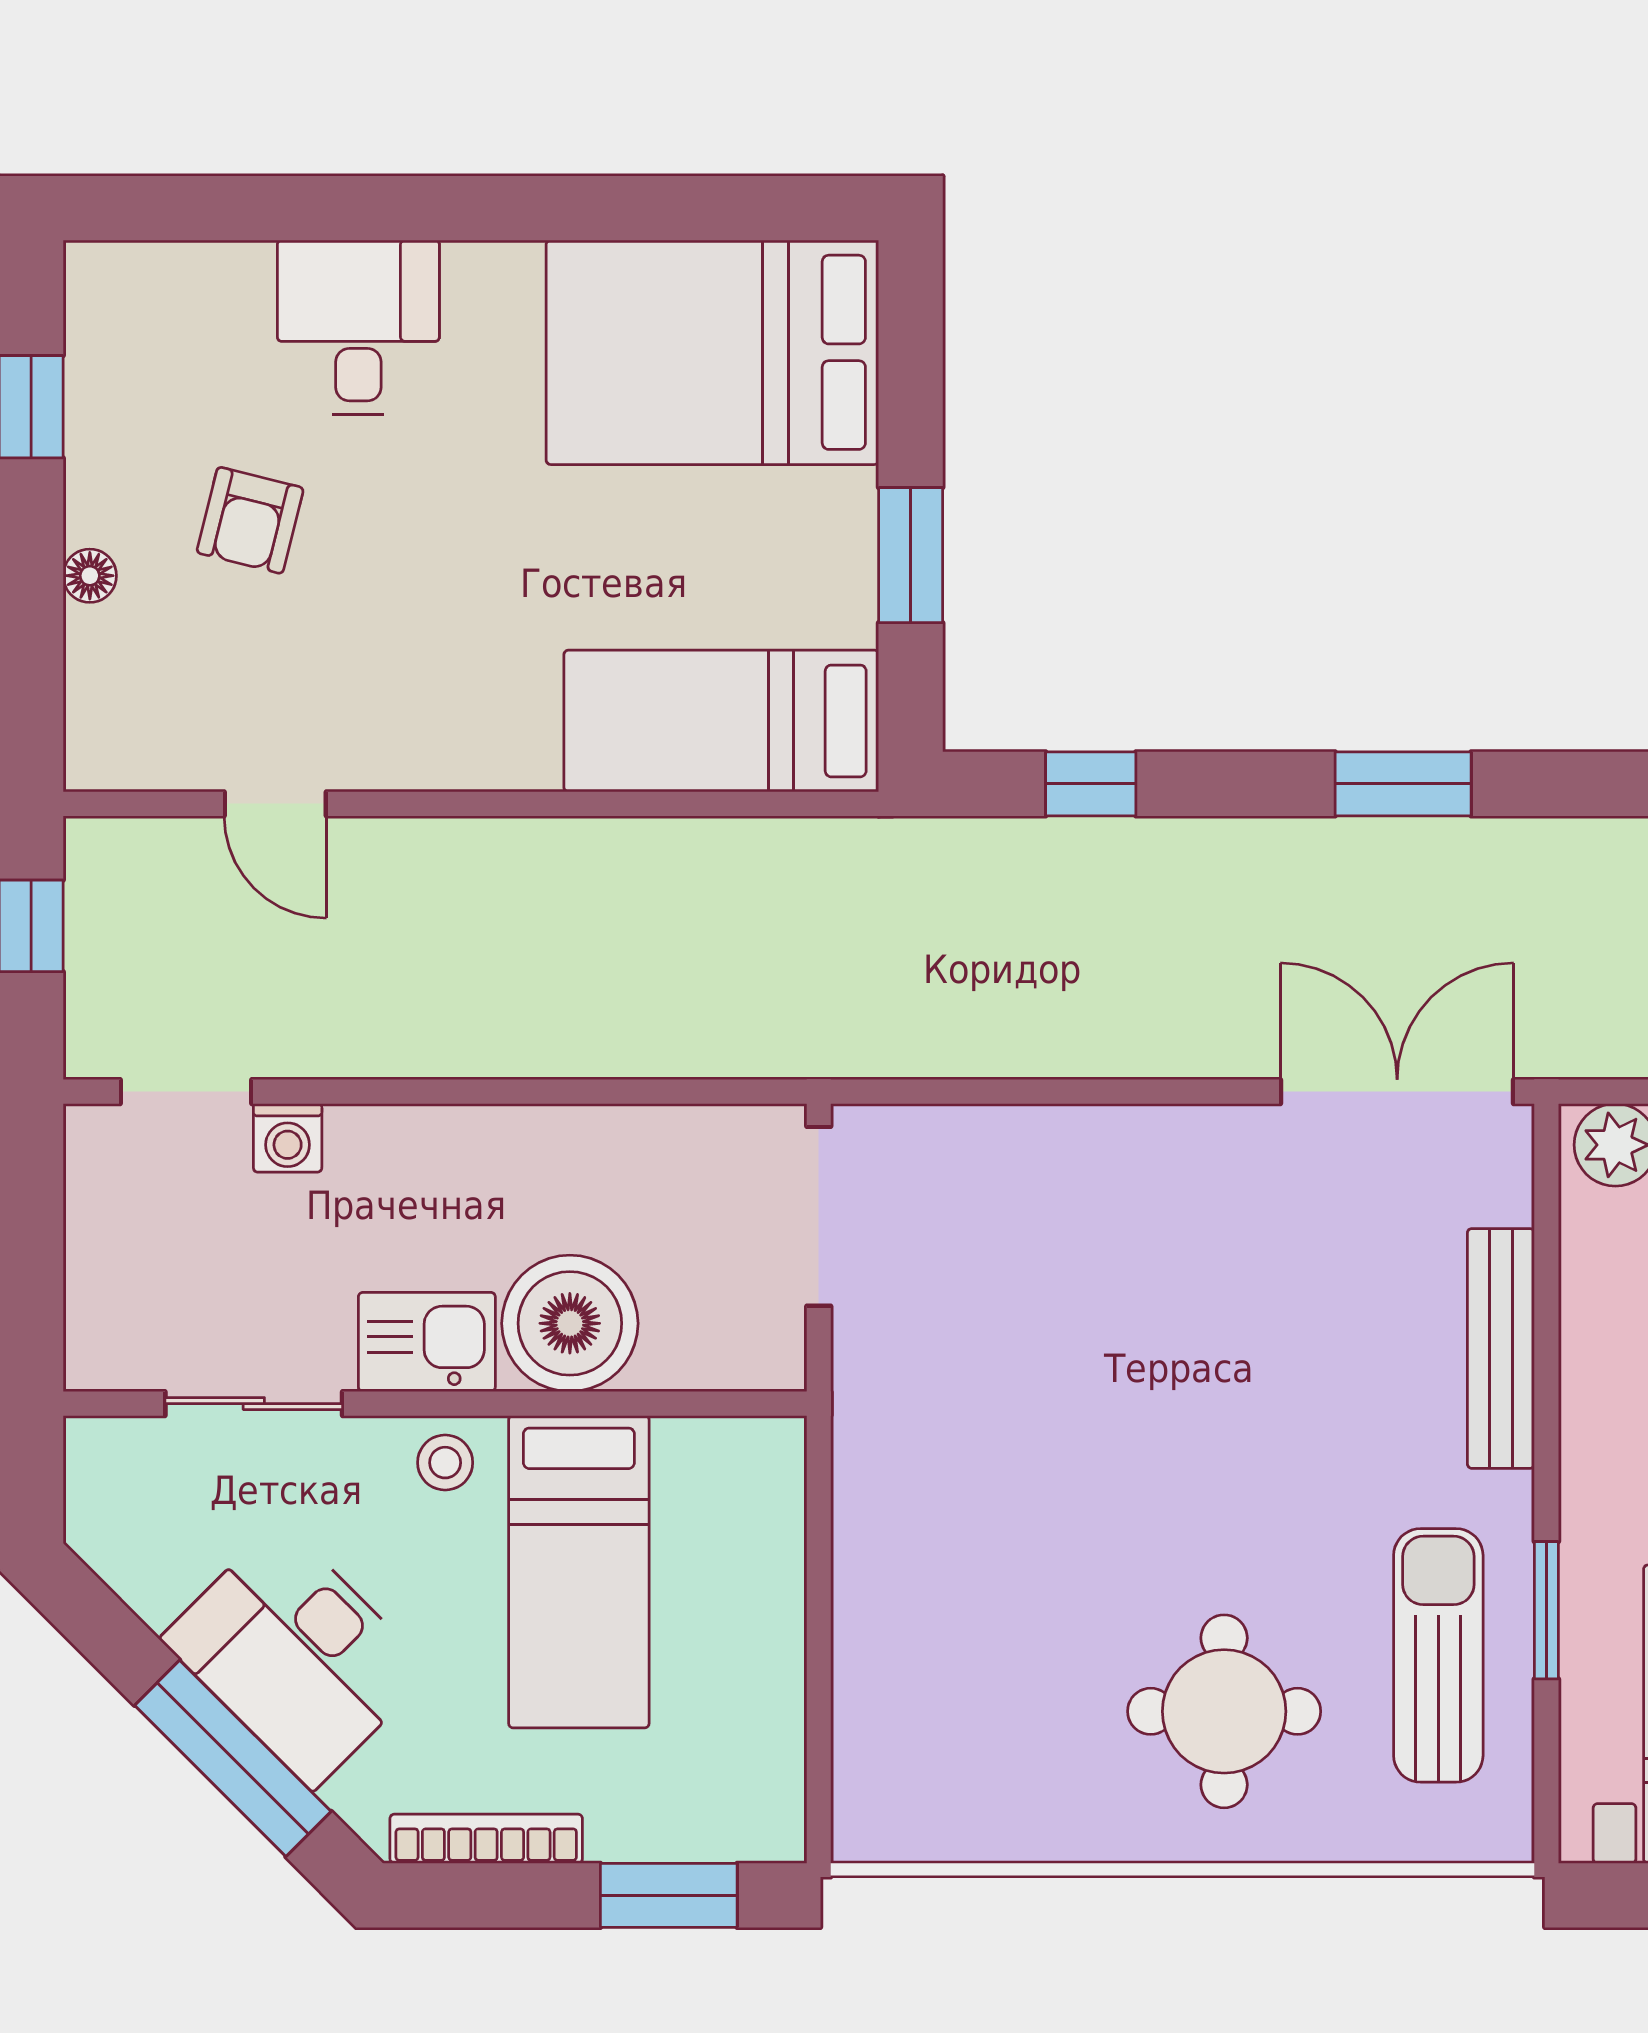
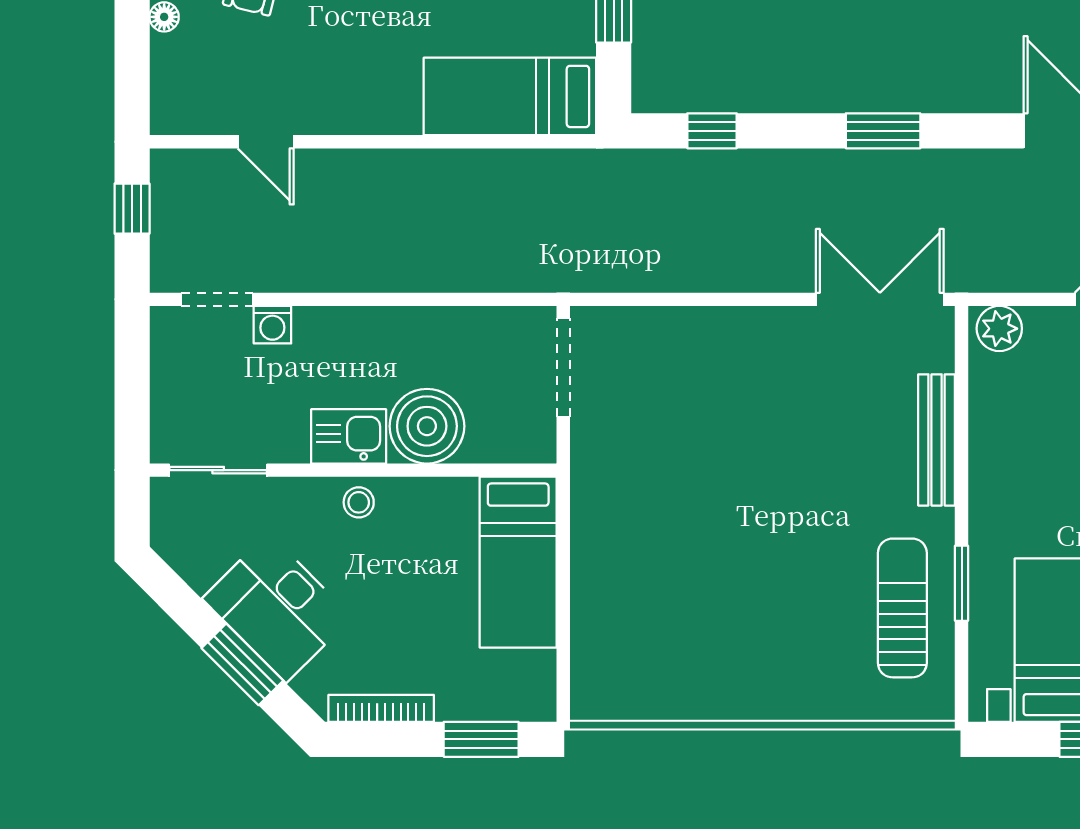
sliding door: (254, 1404) -> (218, 470), moved
bed: (579, 1572) -> (518, 562), moved
round table: (1224, 1711) -> (785, 639), removed
window: (233, 1758) -> (242, 664), width x0.69

